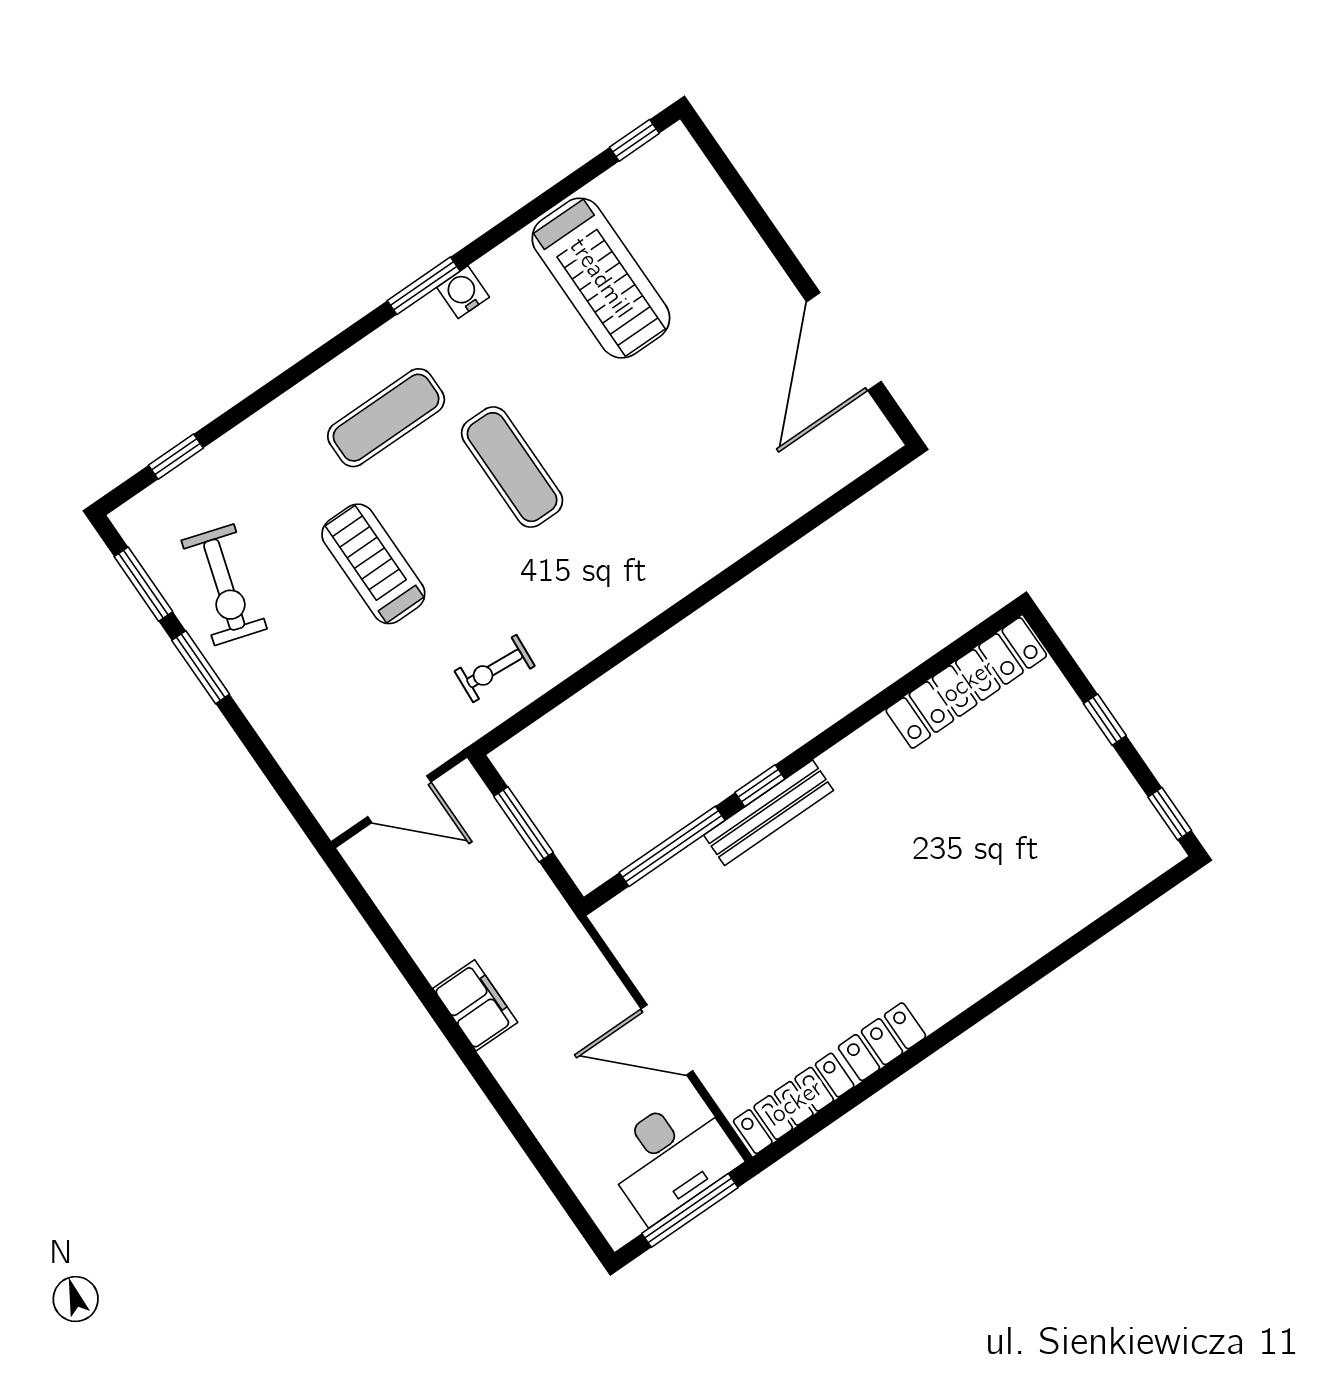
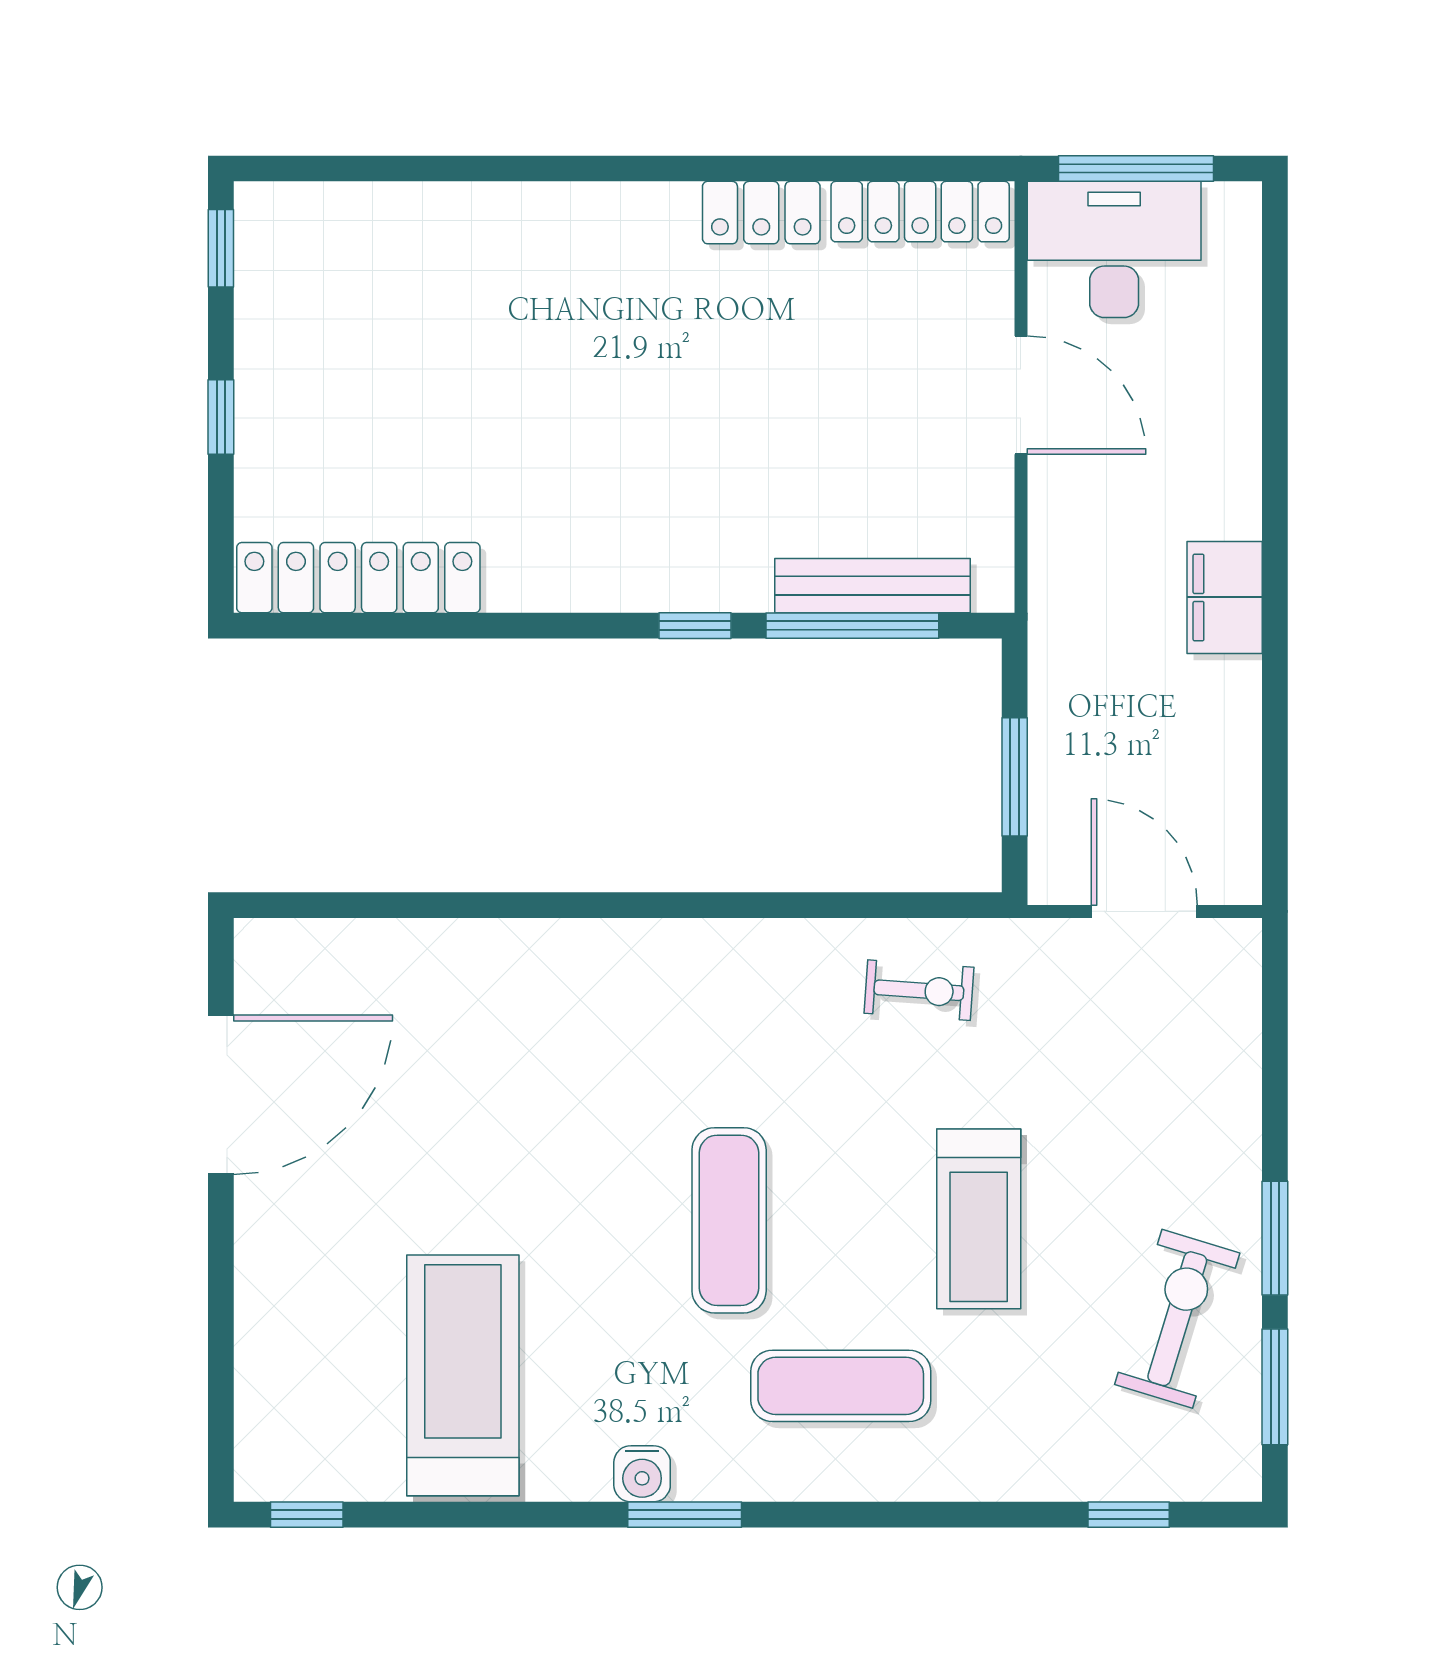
bench: (769, 813) -> (872, 586), moved

